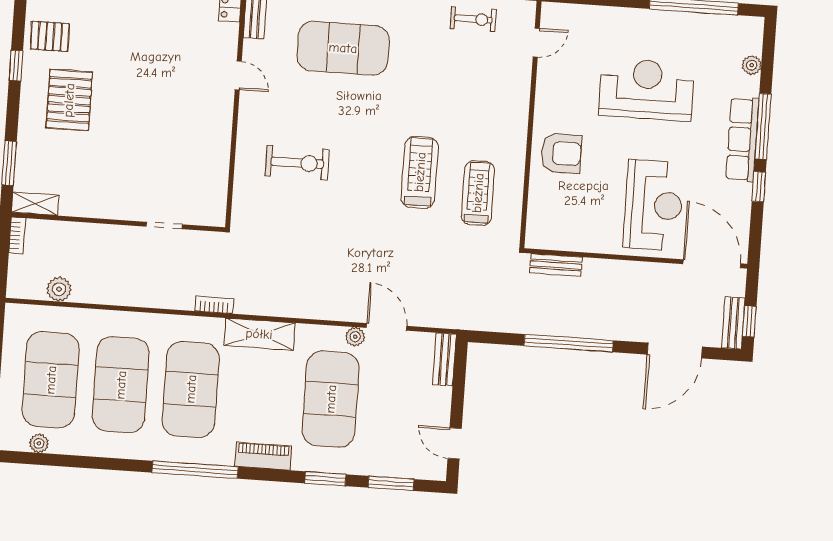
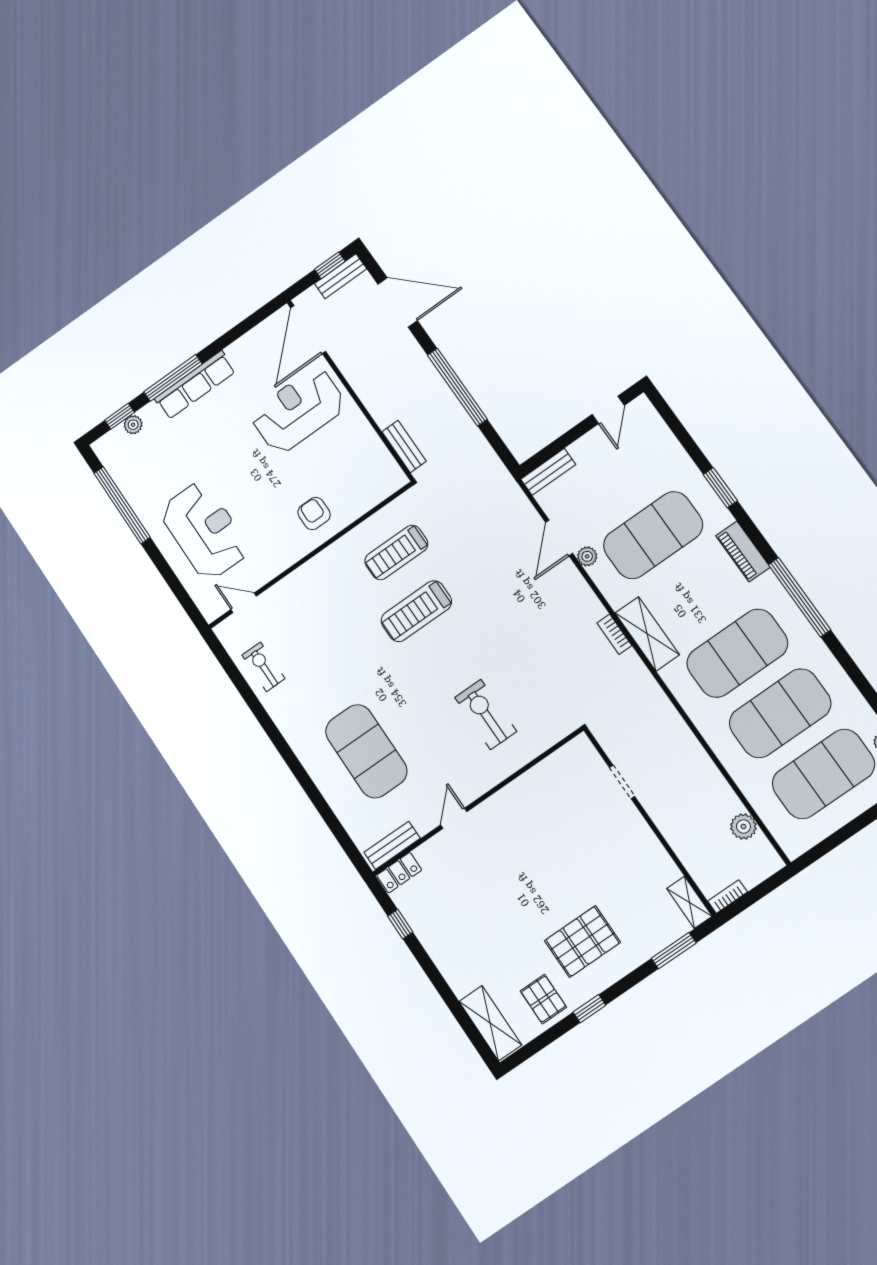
reception desk: (647, 89) -> (204, 531), moved, turned 180
armchair: (561, 153) -> (314, 514), width x0.72, depth x0.72
window: (759, 187) -> (120, 416), moved
bookcase: (214, 305) -> (614, 634), moved
window: (391, 483) -> (681, 433), removed

